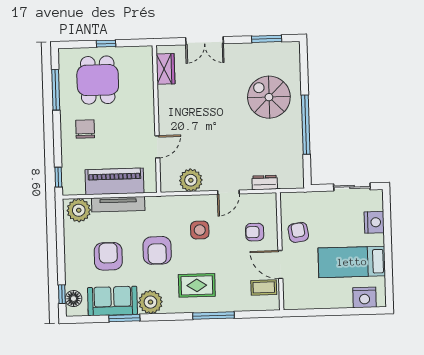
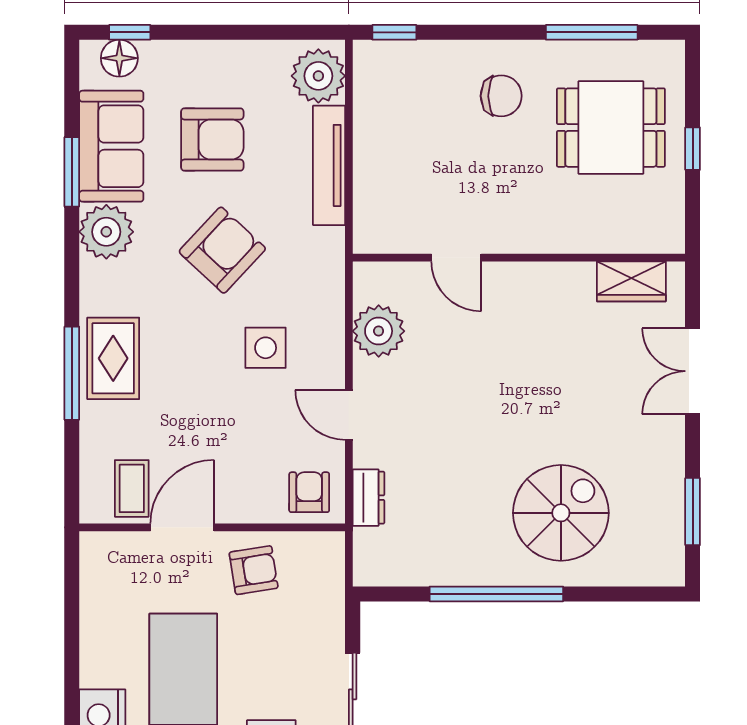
piano: (115, 181) -> (381, 159), removed
armchair: (255, 232) -> (309, 492), moved
armchair: (157, 250) -> (222, 250), turned 133
rug: (197, 285) -> (113, 358), moved

